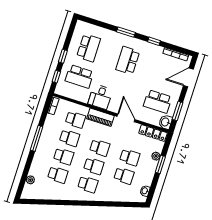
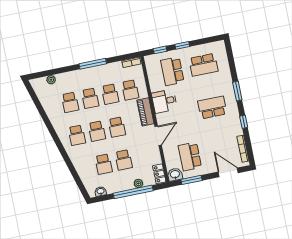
locker: (153, 133) -> (159, 174), width x0.66
window: (160, 164) -> (133, 192), width x2.11

